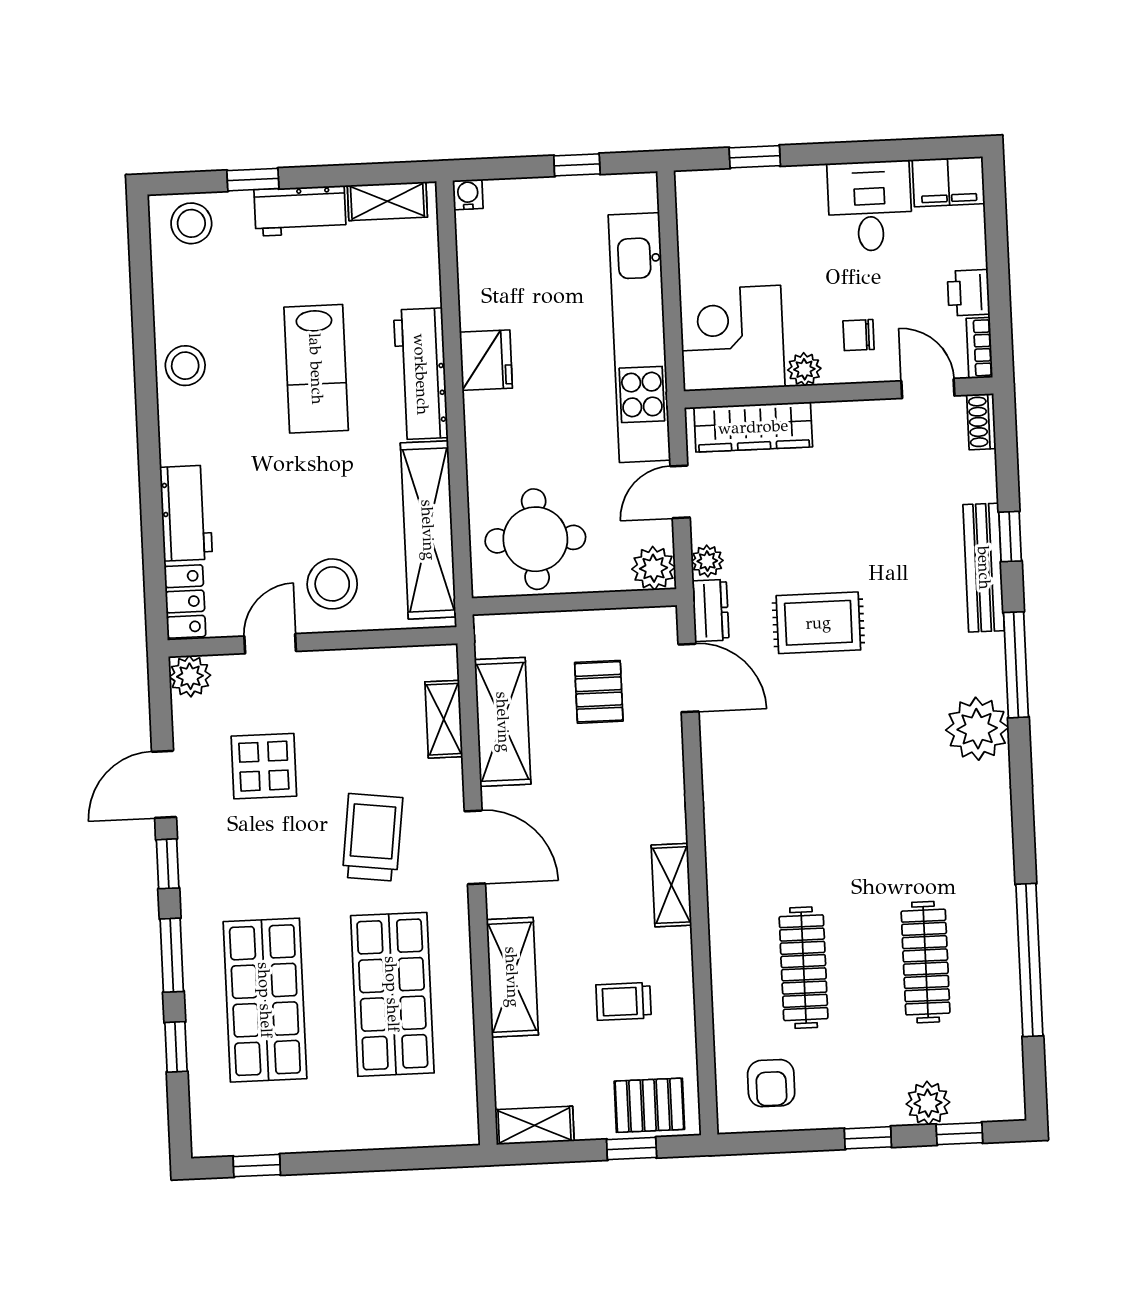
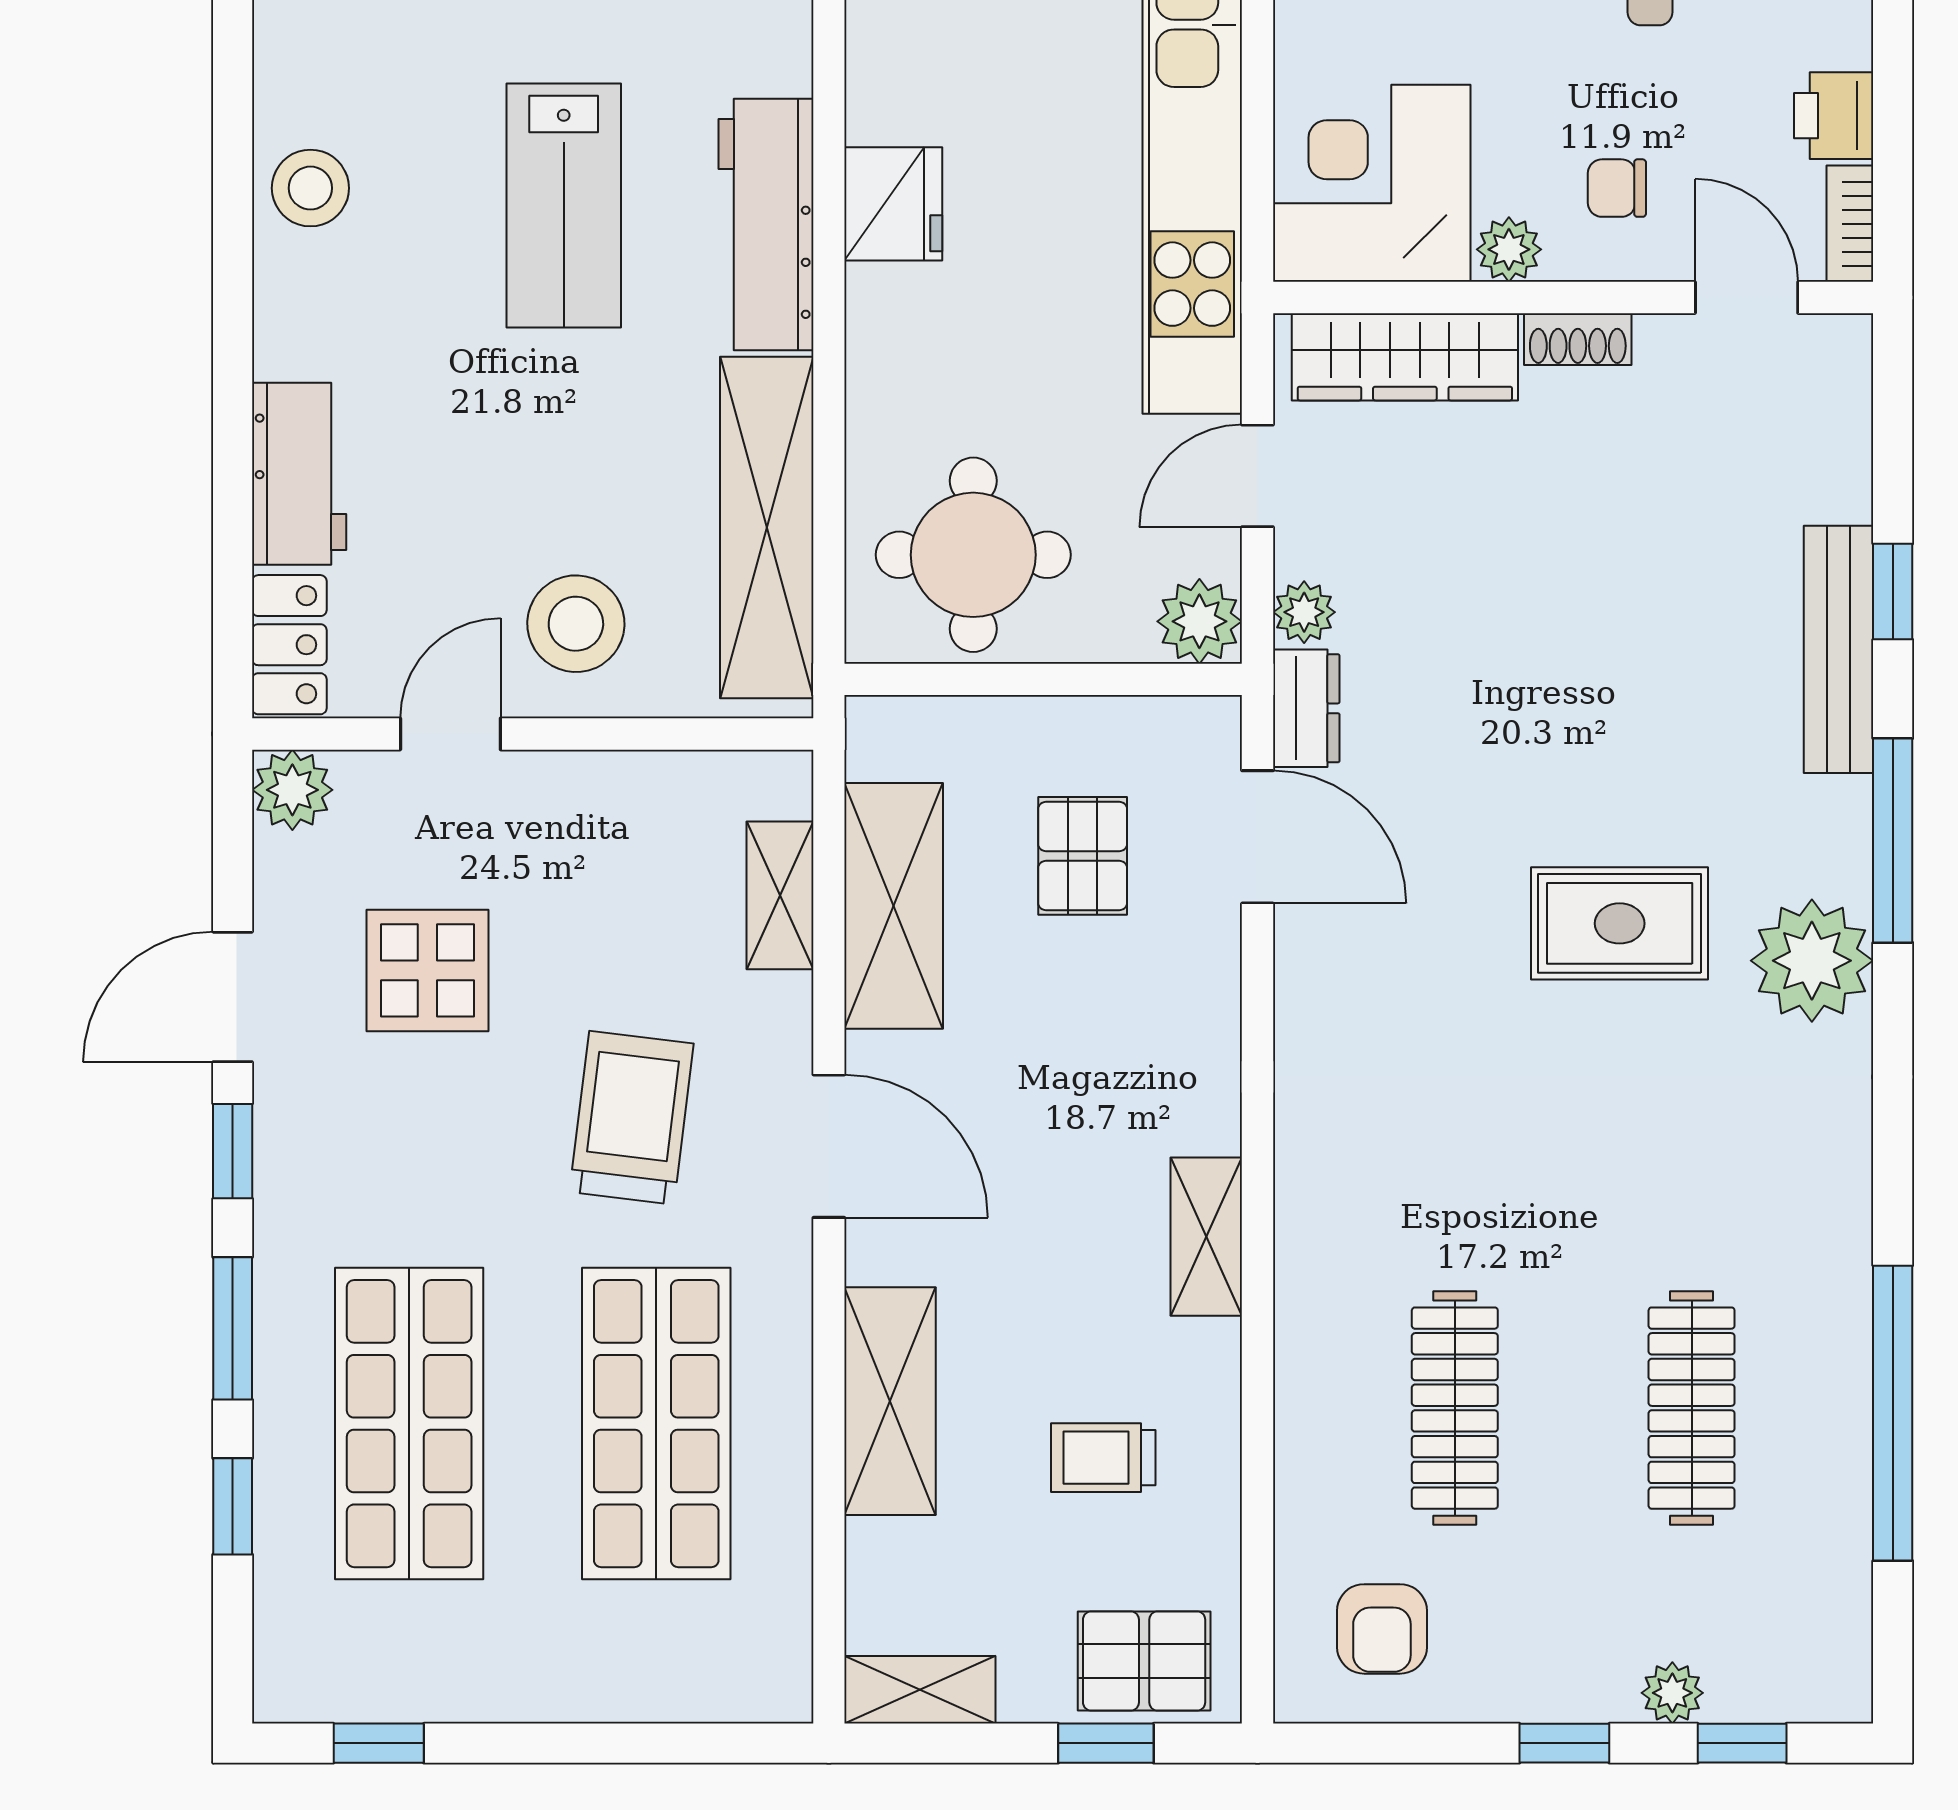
shoe rack: (981, 422) -> (1578, 339), moved, turned -90
rug: (818, 623) -> (1620, 923), moved
plant: (928, 1103) -> (1672, 1693), width x0.73, depth x0.73

